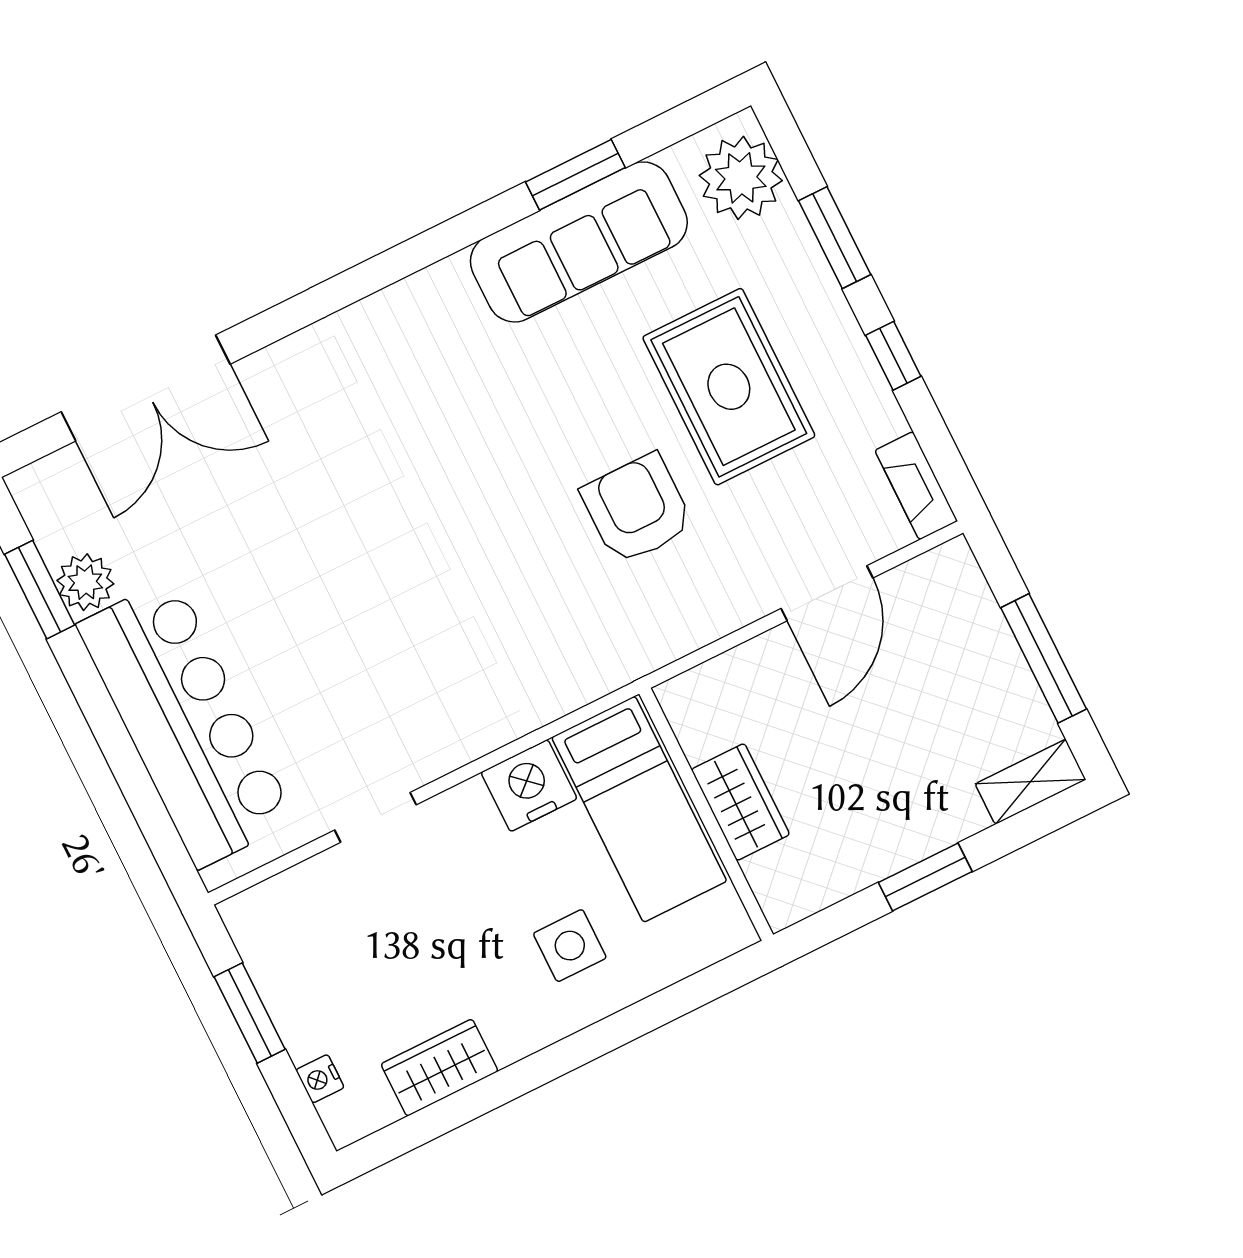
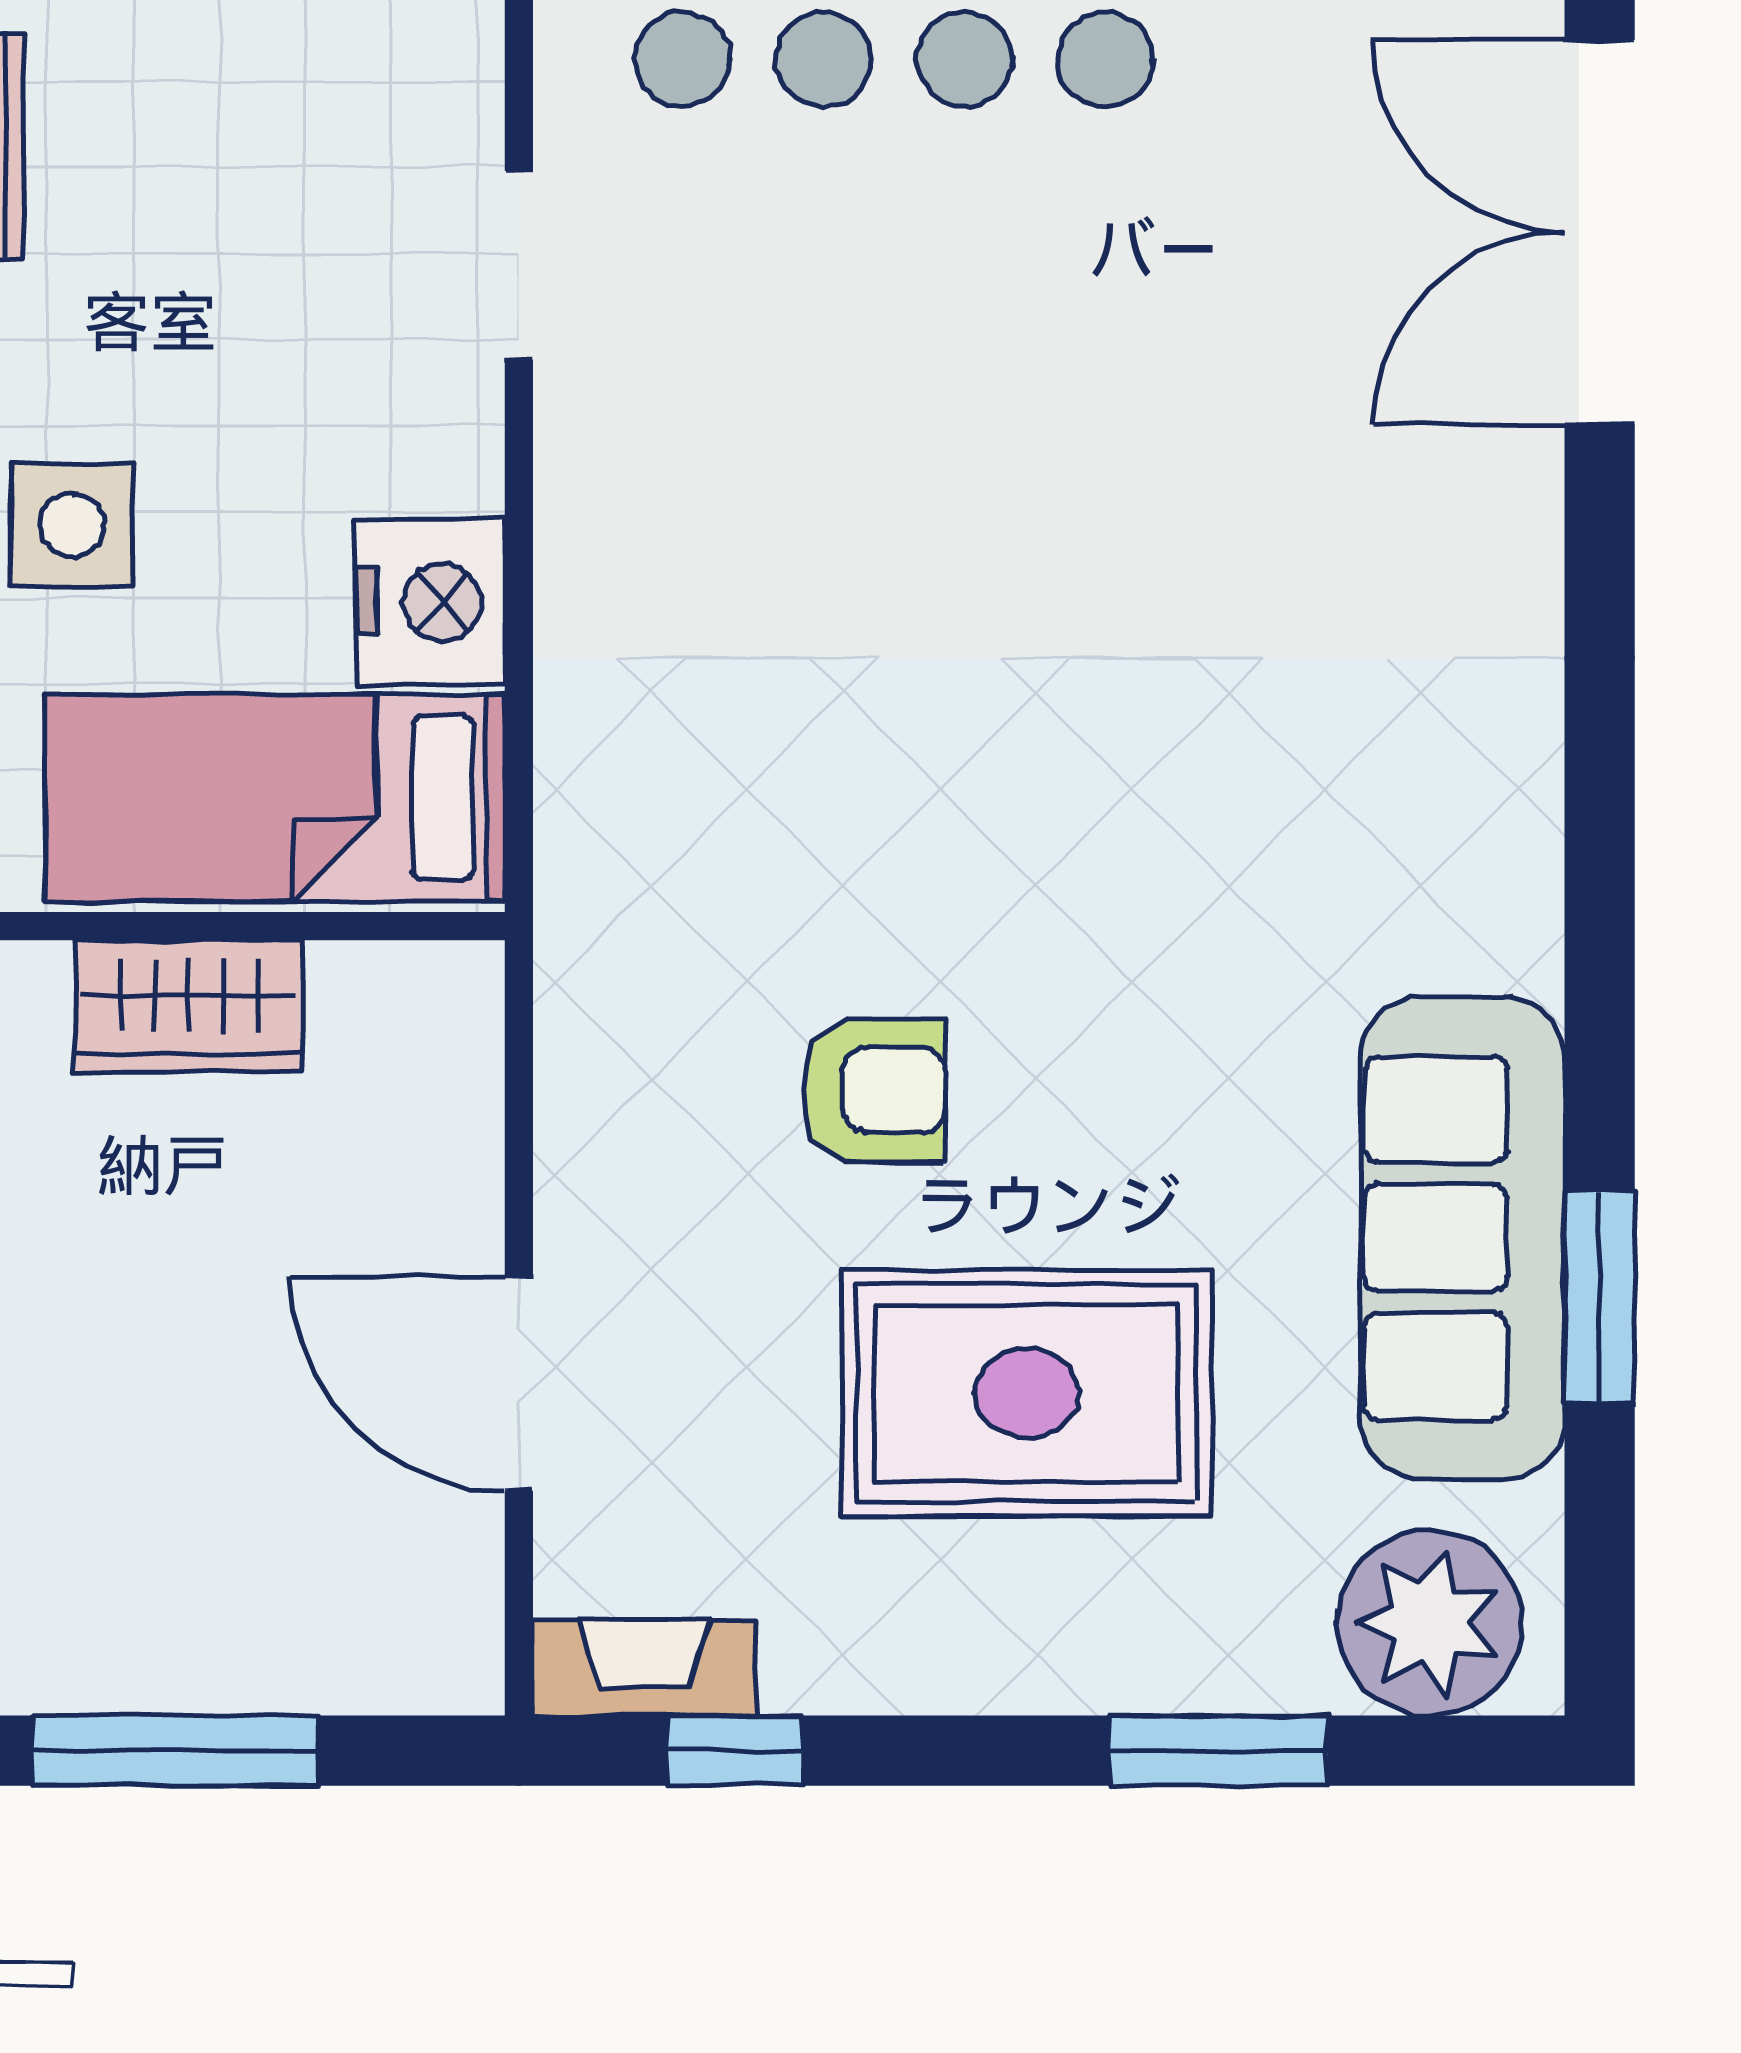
window: (893, 356) -> (735, 1751), moved
armchair: (637, 509) -> (874, 1090), width x0.72, depth x0.72

